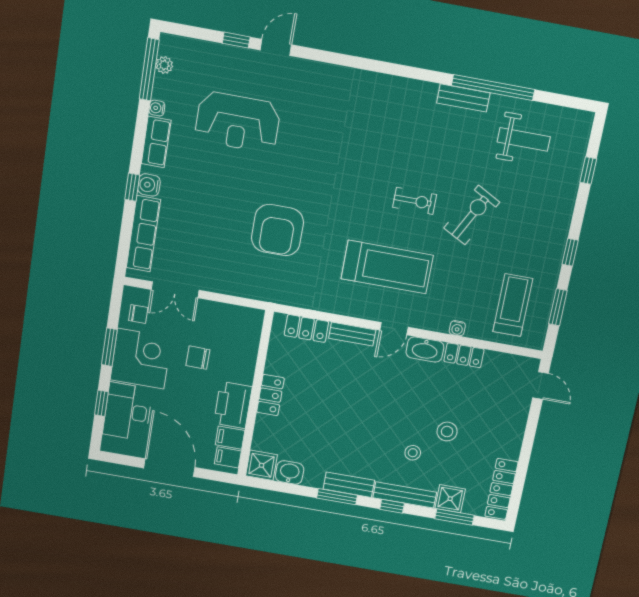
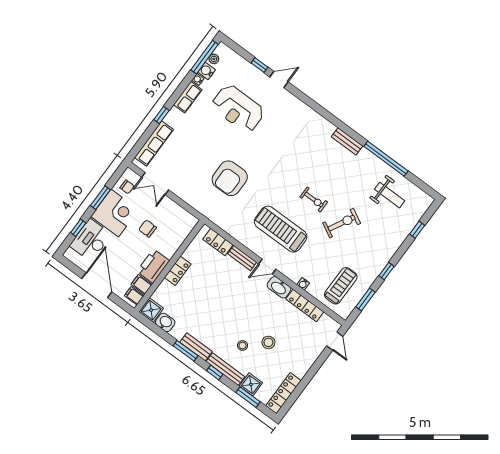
bench: (463, 98) -> (347, 141), moved
water cooler: (149, 185) -> (207, 71), moved
treadmill: (387, 267) -> (281, 229), turned 180
locker: (464, 355) -> (305, 305), width x1.53

